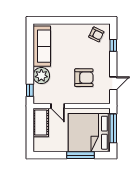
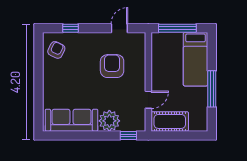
door: (113, 83) -> (119, 28), hinge flipped
bed: (89, 133) -> (196, 59), width x0.49
window: (81, 155) -> (212, 89), moved

